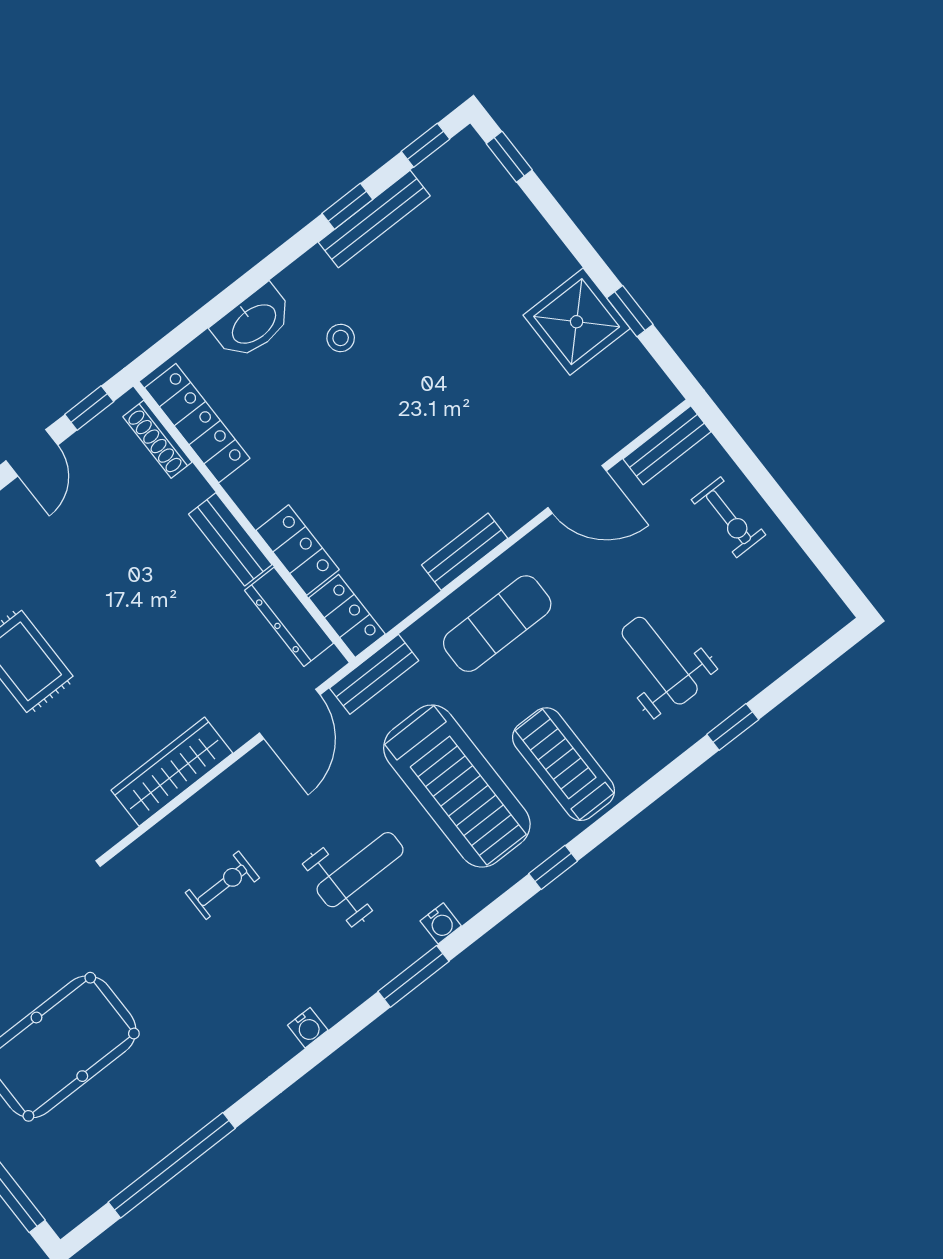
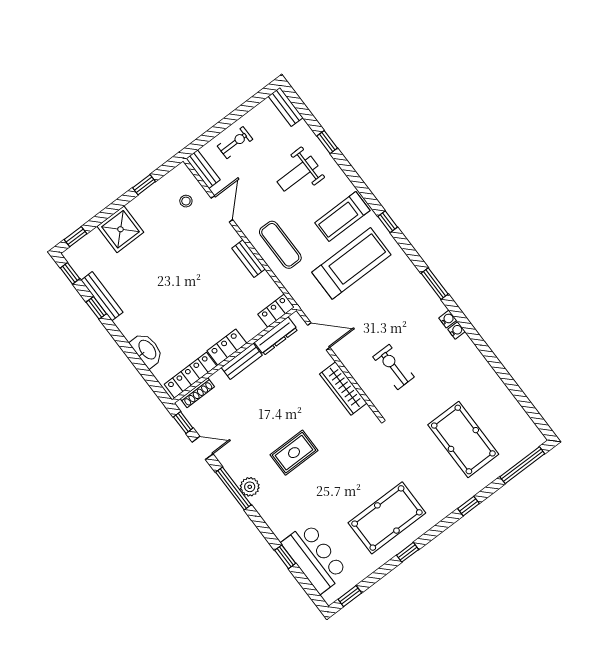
shower: (577, 322) -> (120, 229), moved
stool: (341, 338) -> (186, 201), moved
locker: (298, 550) -> (227, 347), moved
bench: (374, 674) -> (286, 107), moved
weight bench: (360, 870) -> (387, 306), removed
exercise bike: (222, 885) -> (393, 367), width x1.38, depth x1.39
water cooler: (441, 923) -> (448, 319), moved
window: (172, 1165) -> (516, 391), removed

